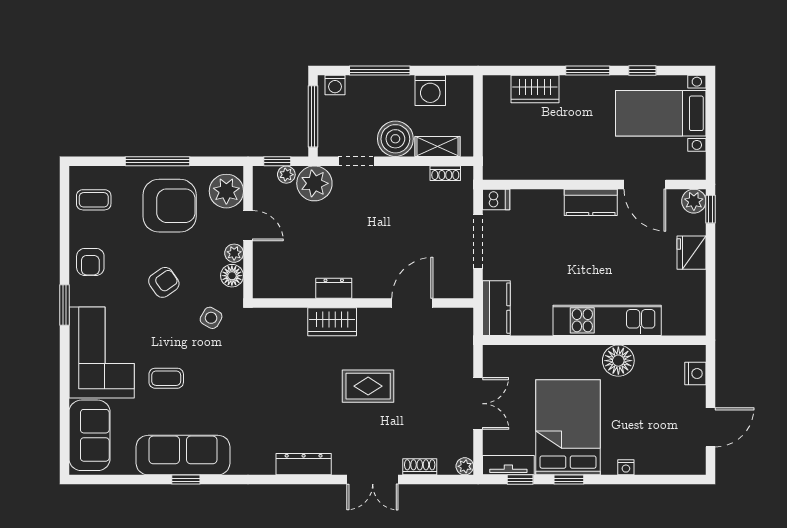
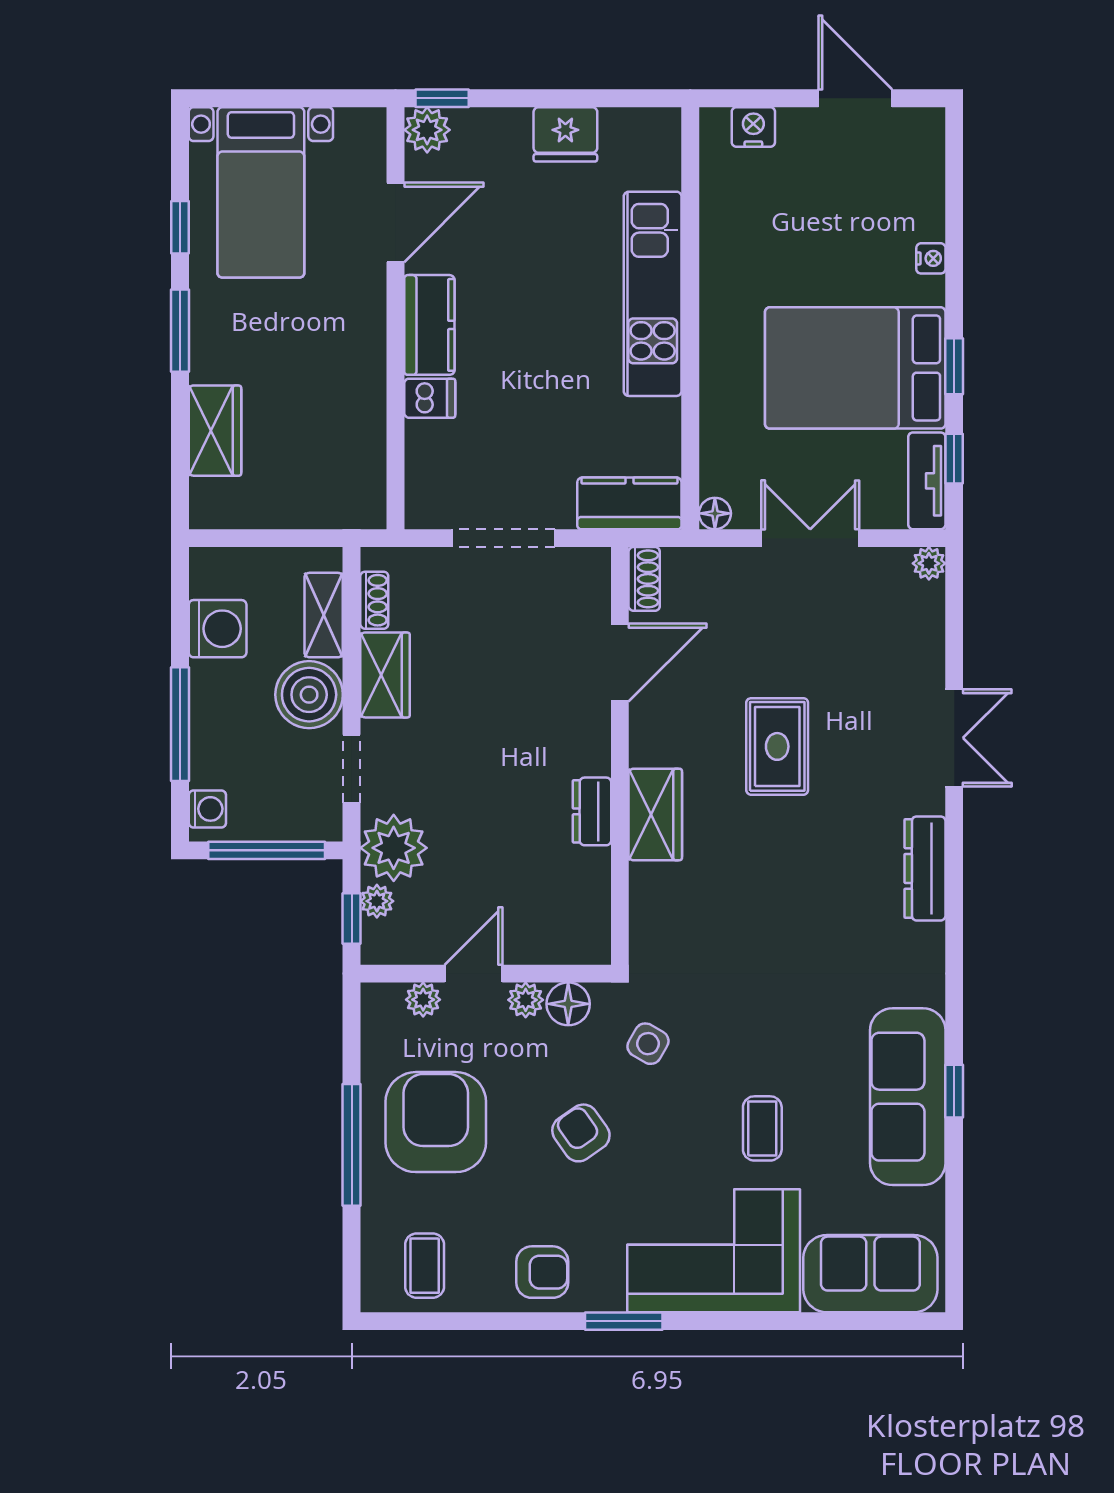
wardrobe: (406, 179) -> (385, 675), added
plant: (226, 191) -> (423, 1000), width x0.53, depth x0.53
dishwasher: (496, 200) -> (430, 398), moved, turned 90
fridge: (691, 253) -> (565, 134), moved
door: (412, 303) -> (620, 663), swing flipped
floor lamp: (618, 361) -> (715, 513), moved, width x0.53, depth x0.53
shoe rack: (420, 467) -> (644, 579), moved, turned 180

